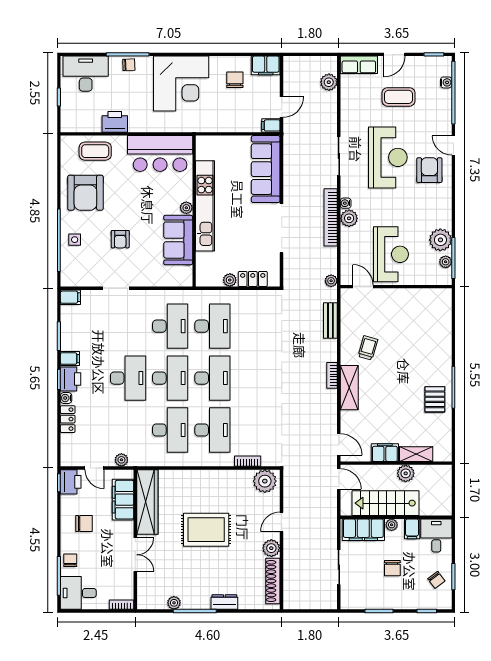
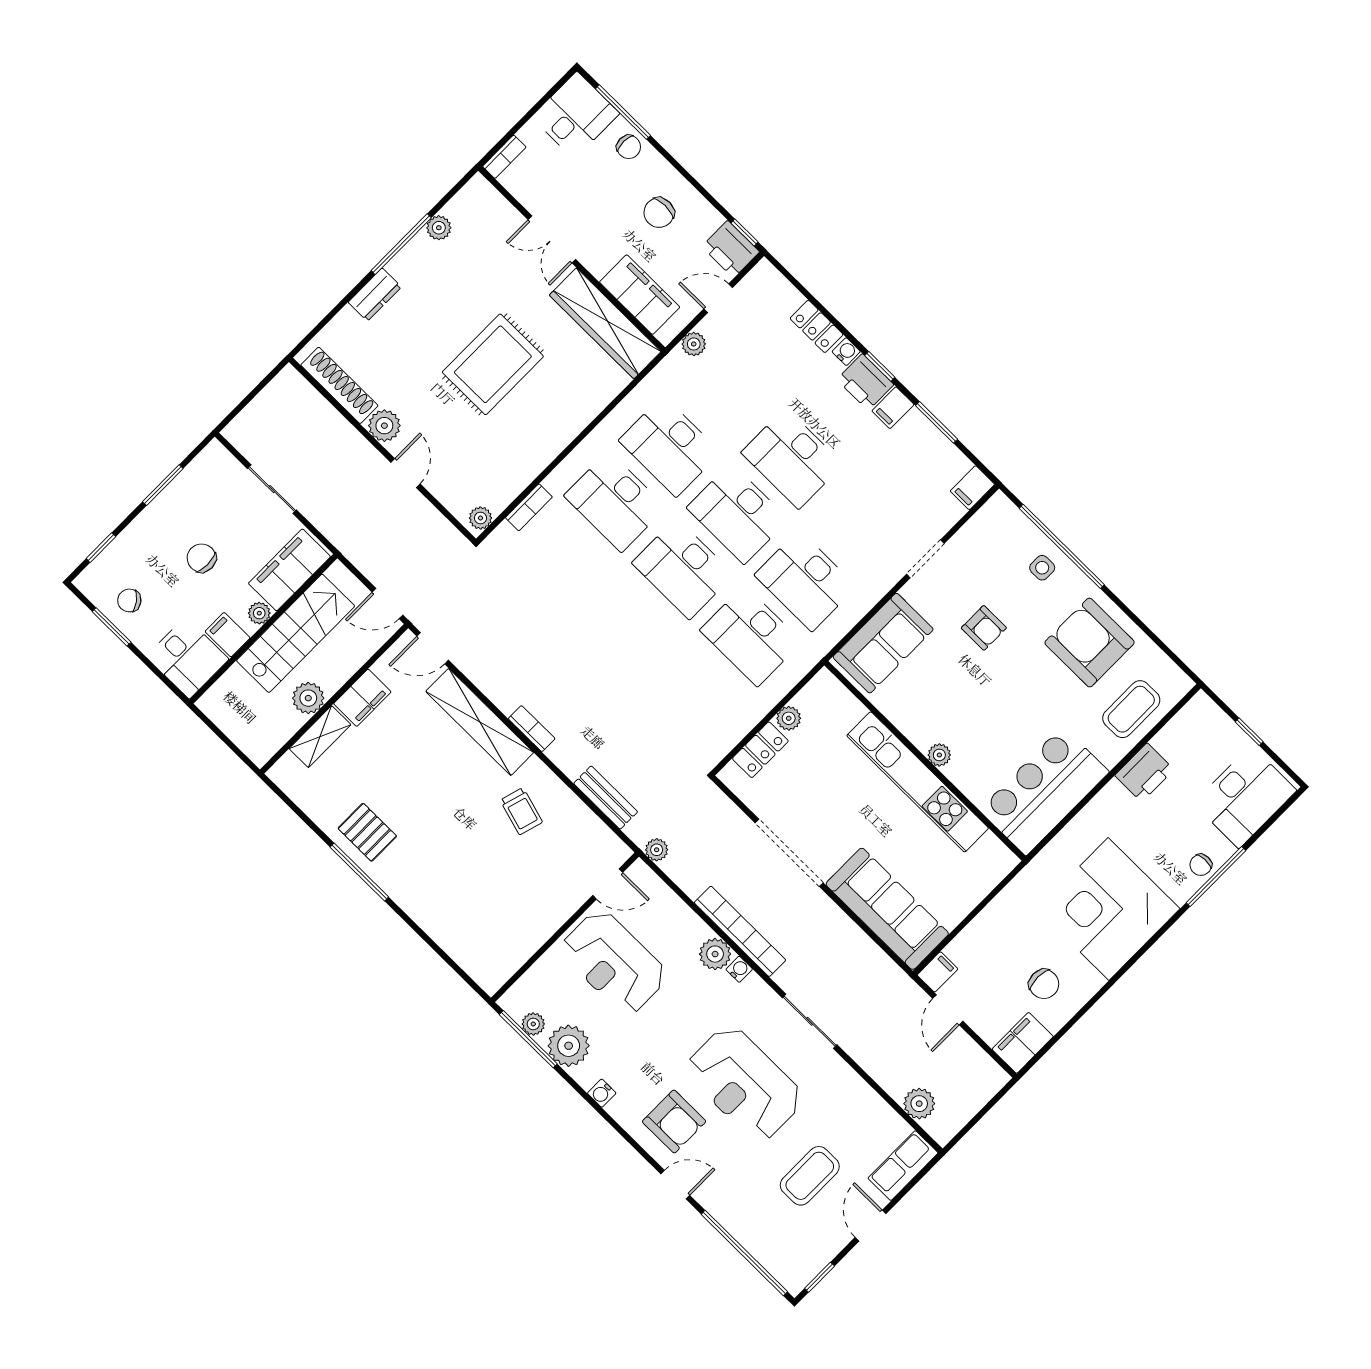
water cooler: (446, 82) -> (602, 1093), moved
armchair: (120, 239) -> (984, 628), turned 180
sofa: (178, 240) -> (883, 643), moved, turned 90
shelving: (349, 388) -> (480, 722), width x1.47
plant: (265, 481) -> (480, 518), width x0.53, depth x0.53

